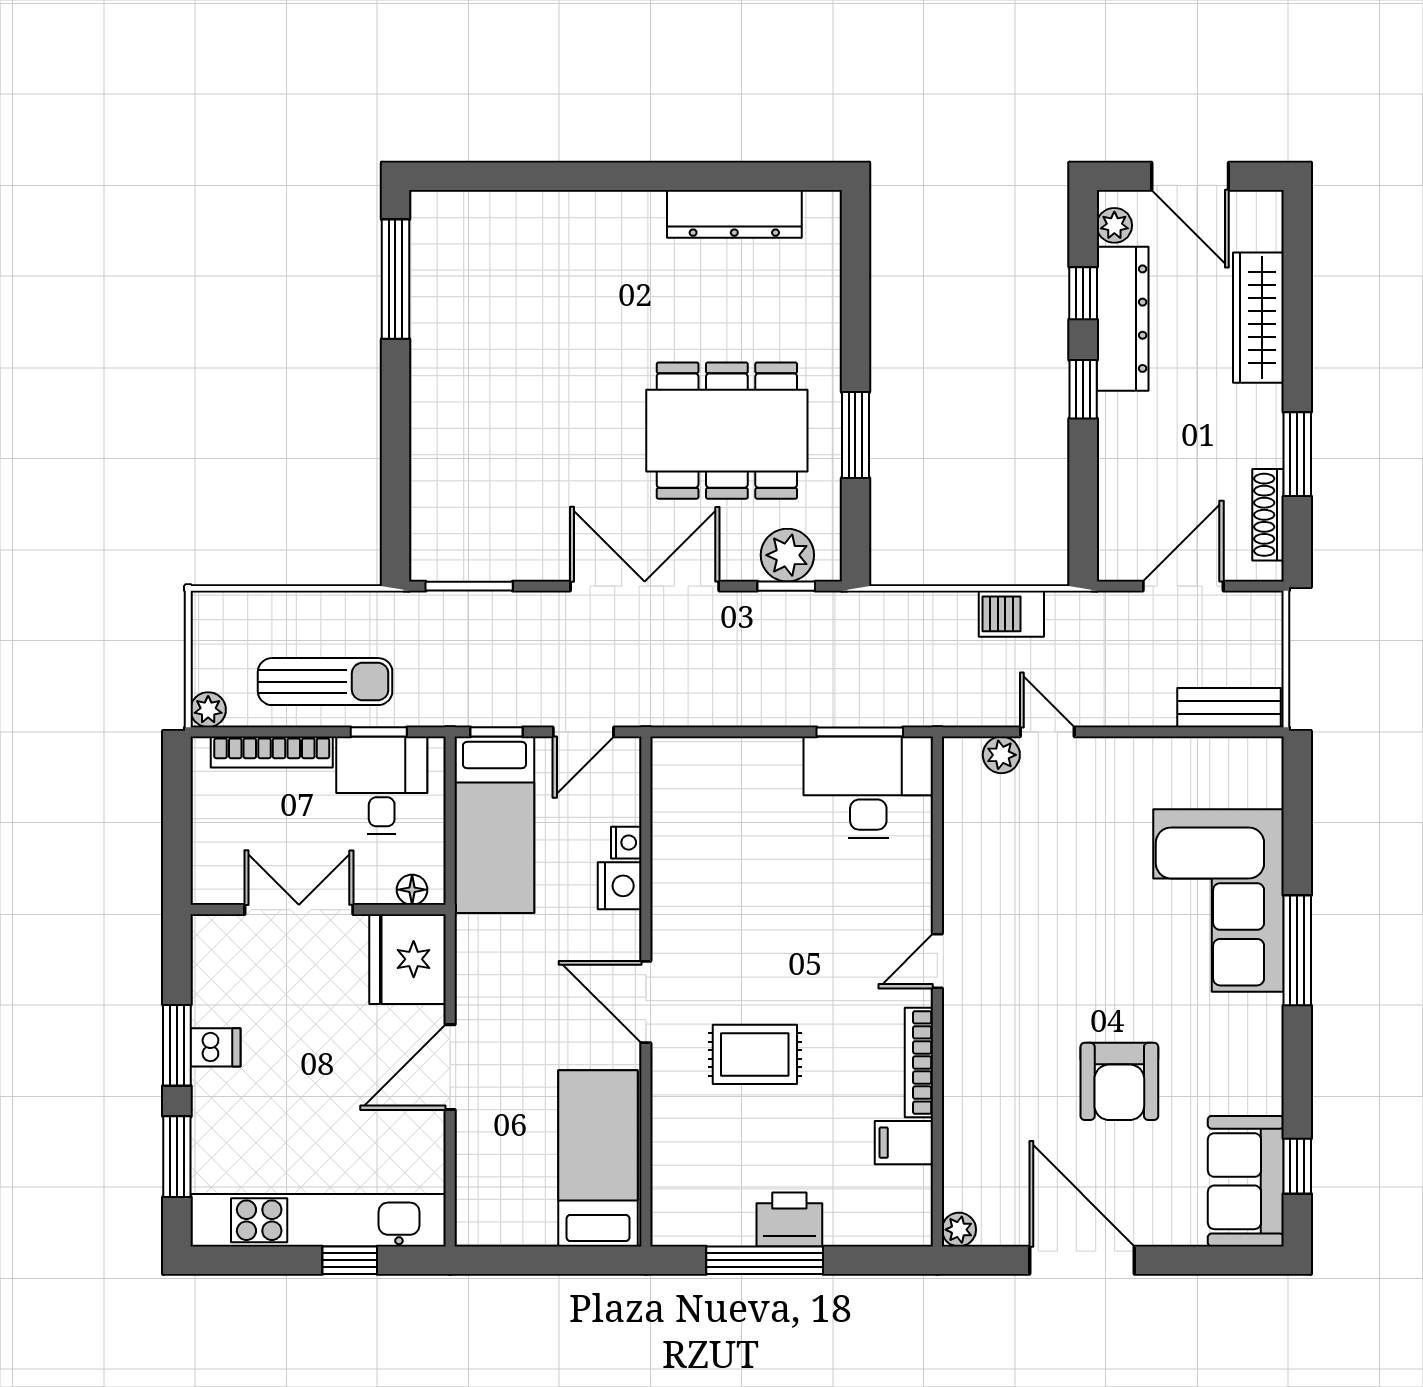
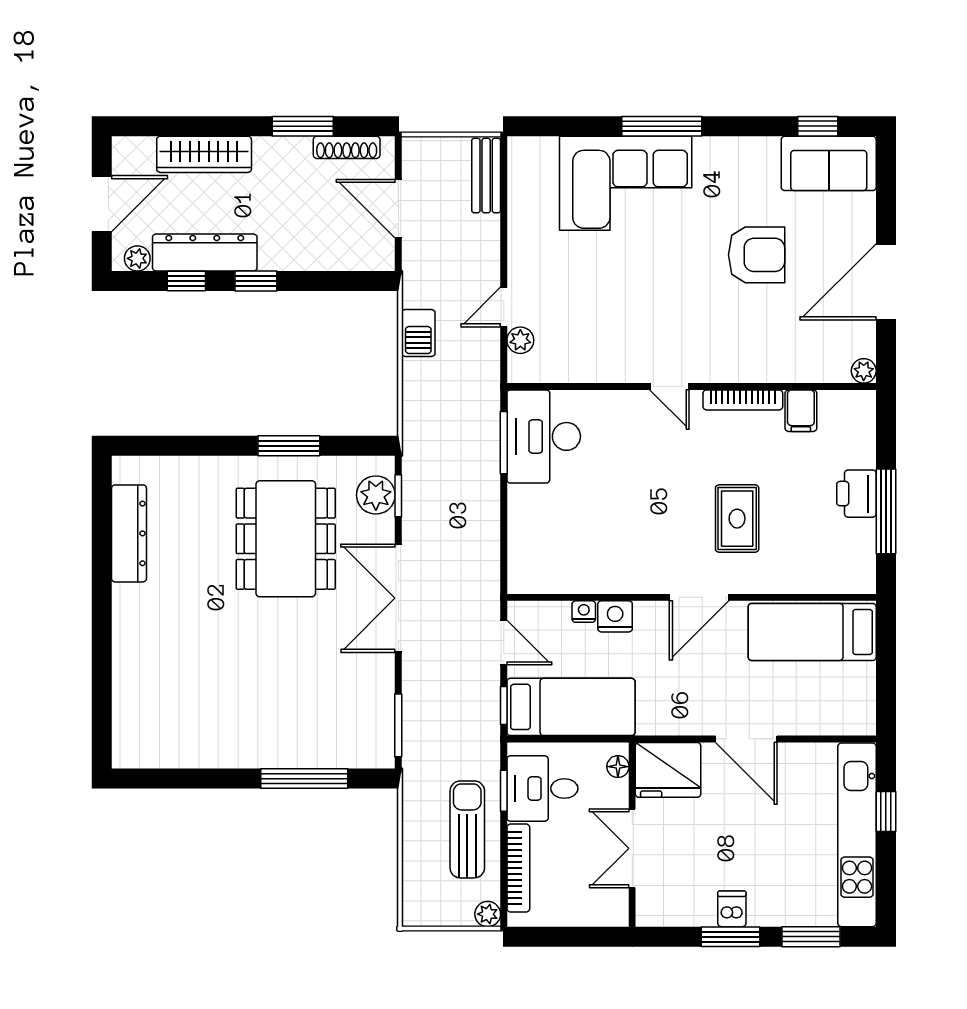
window: (395, 279) -> (304, 779), moved

